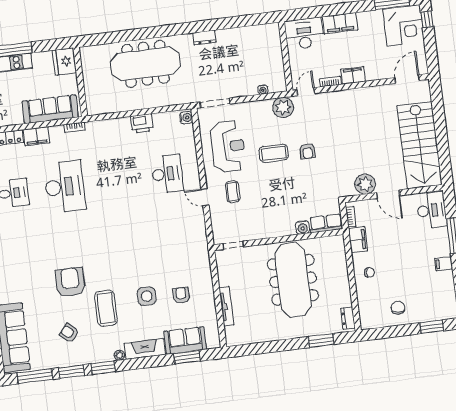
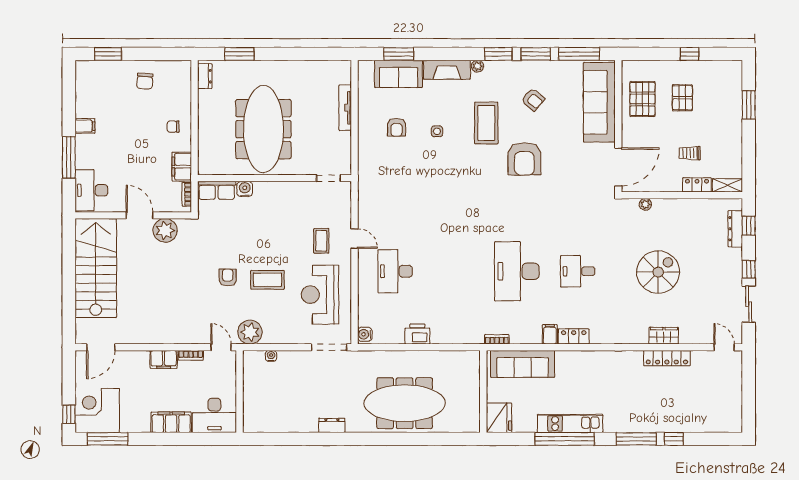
door: (306, 92) -> (221, 347), swing flipped
filing cabinet: (37, 136) -> (550, 334), width x0.50
side table: (147, 296) -> (437, 131), width x0.54, depth x0.54

